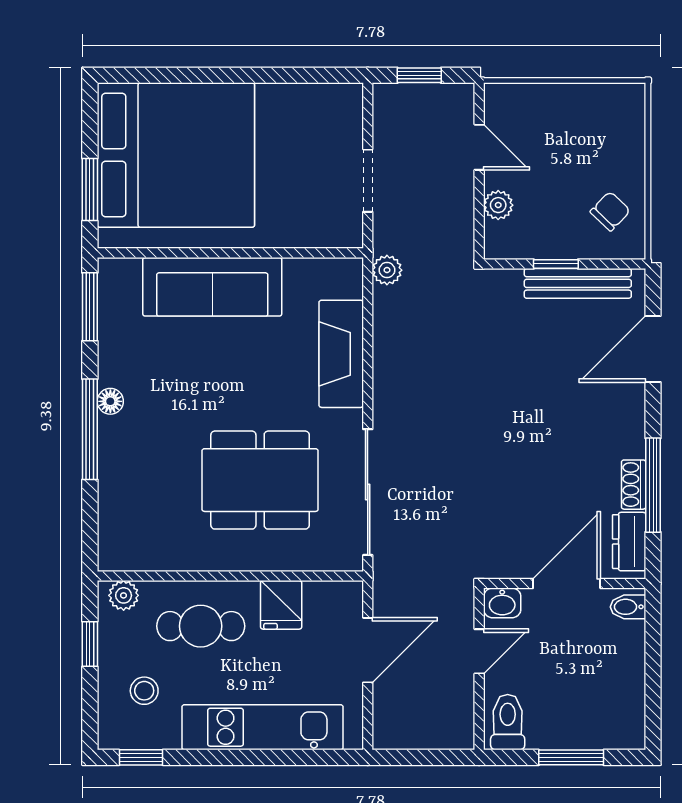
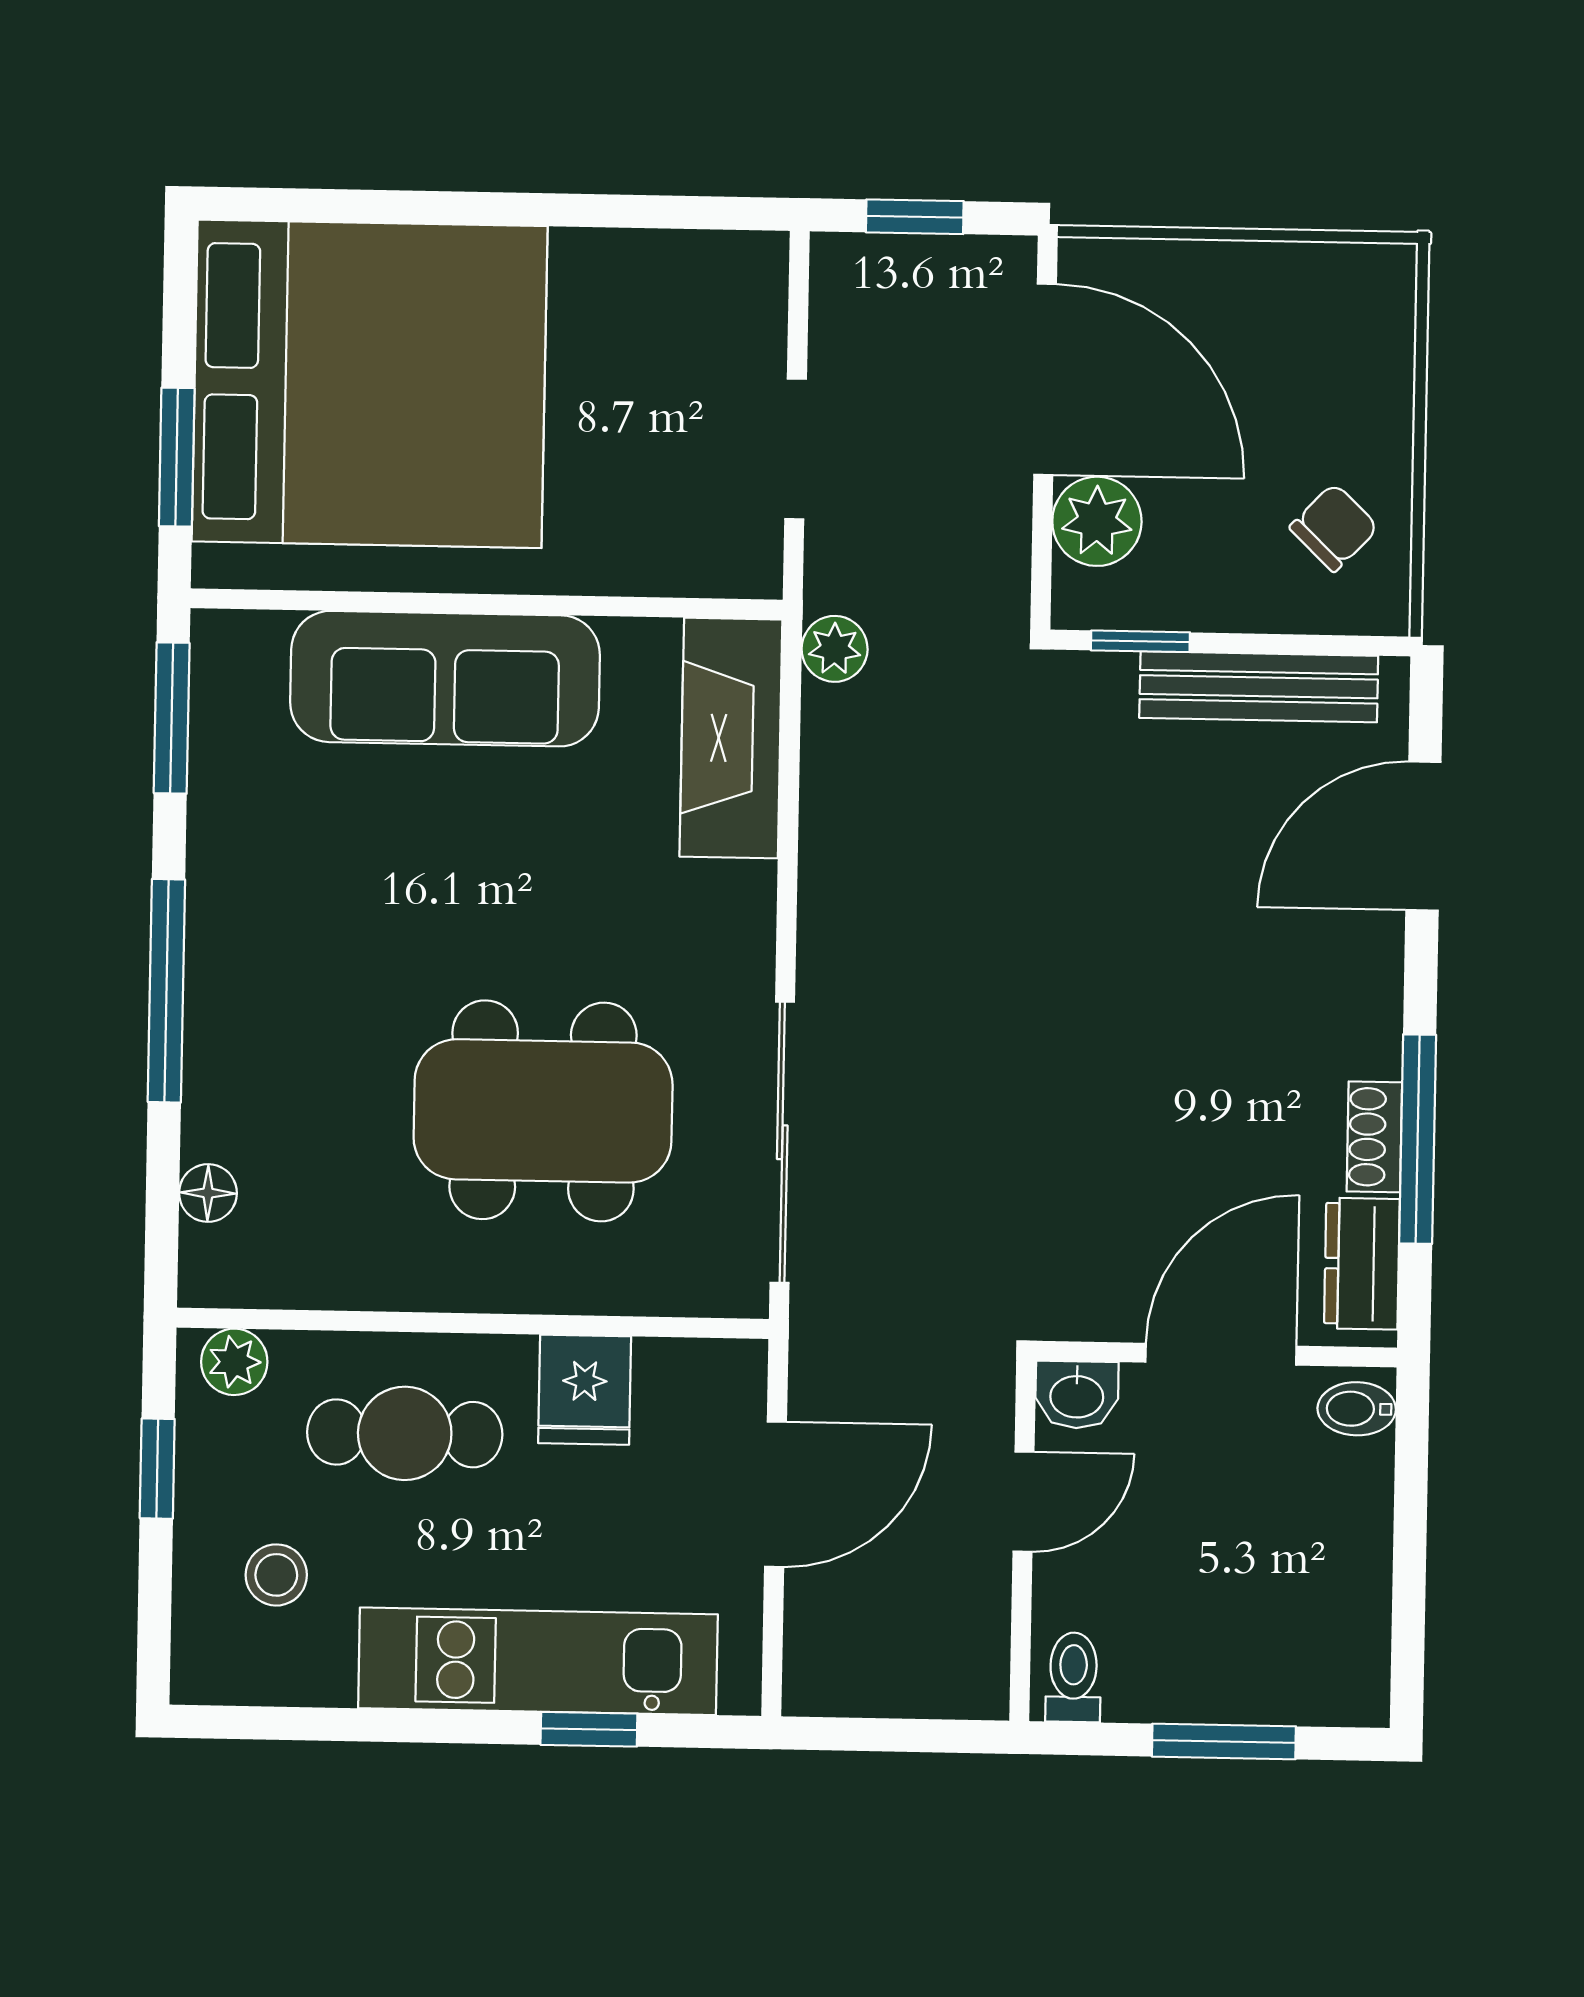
door: (479, 147) -> (1045, 379), width x1.88
plant: (498, 205) -> (1097, 521), width x1.38, depth x1.38
window: (556, 264) -> (1140, 641), moved
fireplace: (341, 354) -> (731, 738), moved
floor lamp: (110, 401) -> (208, 1193), moved
toilet: (508, 722) -> (1073, 1677), width x0.73, depth x0.72
window: (141, 757) -> (589, 1729), moved

